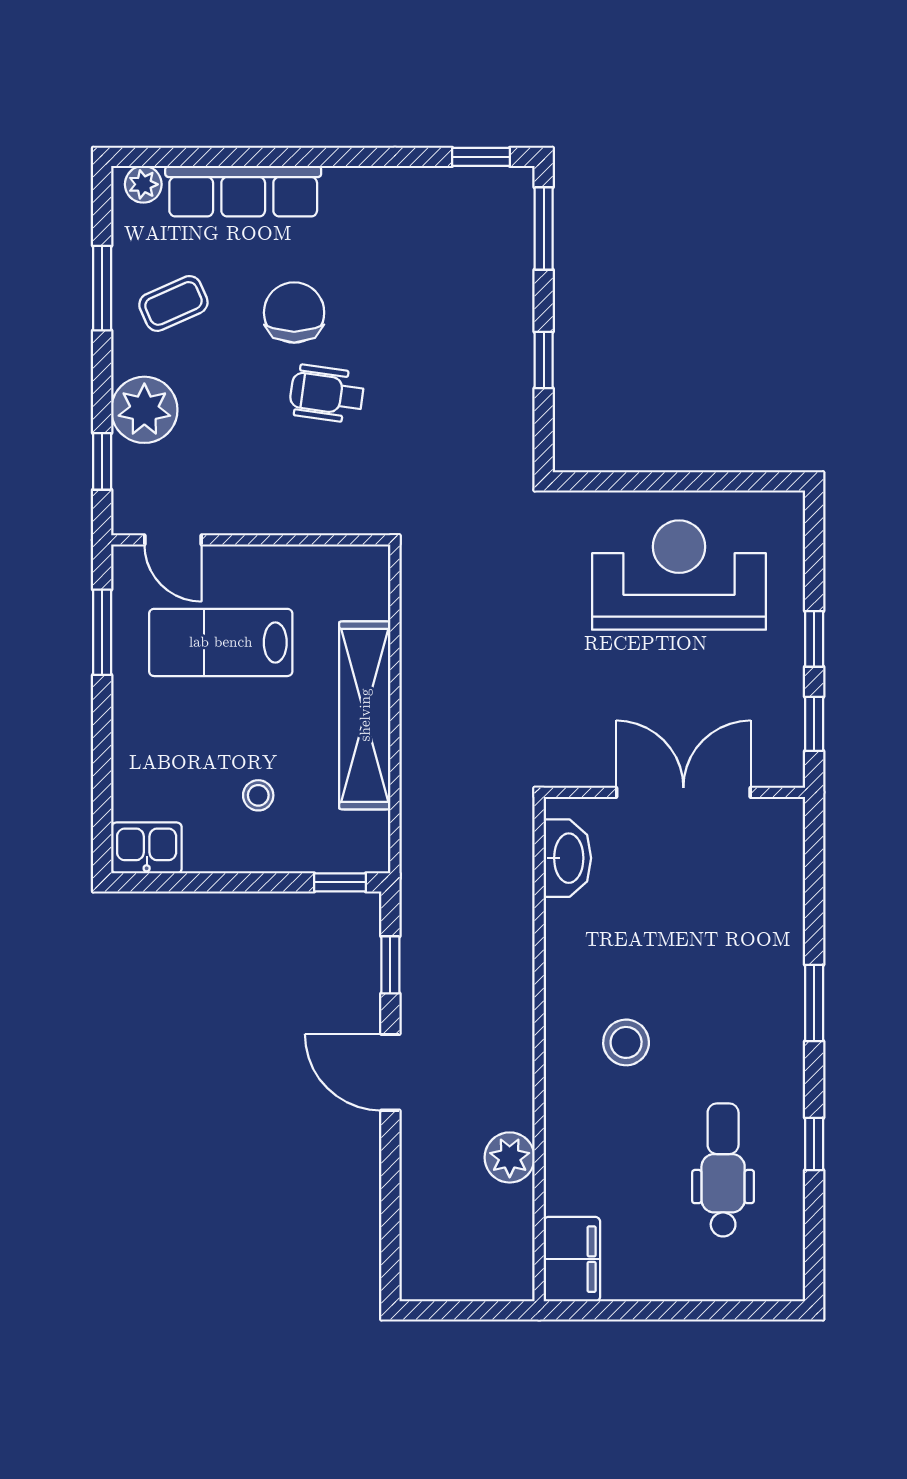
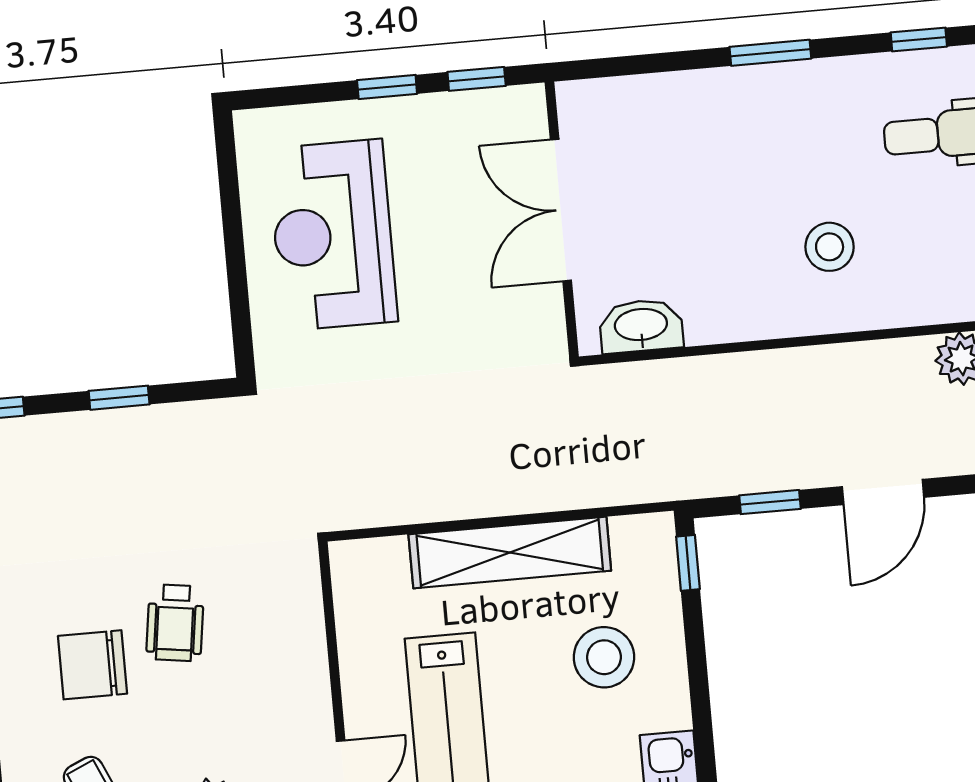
stool: (258, 795) -> (604, 657), width x1.89, depth x1.89

